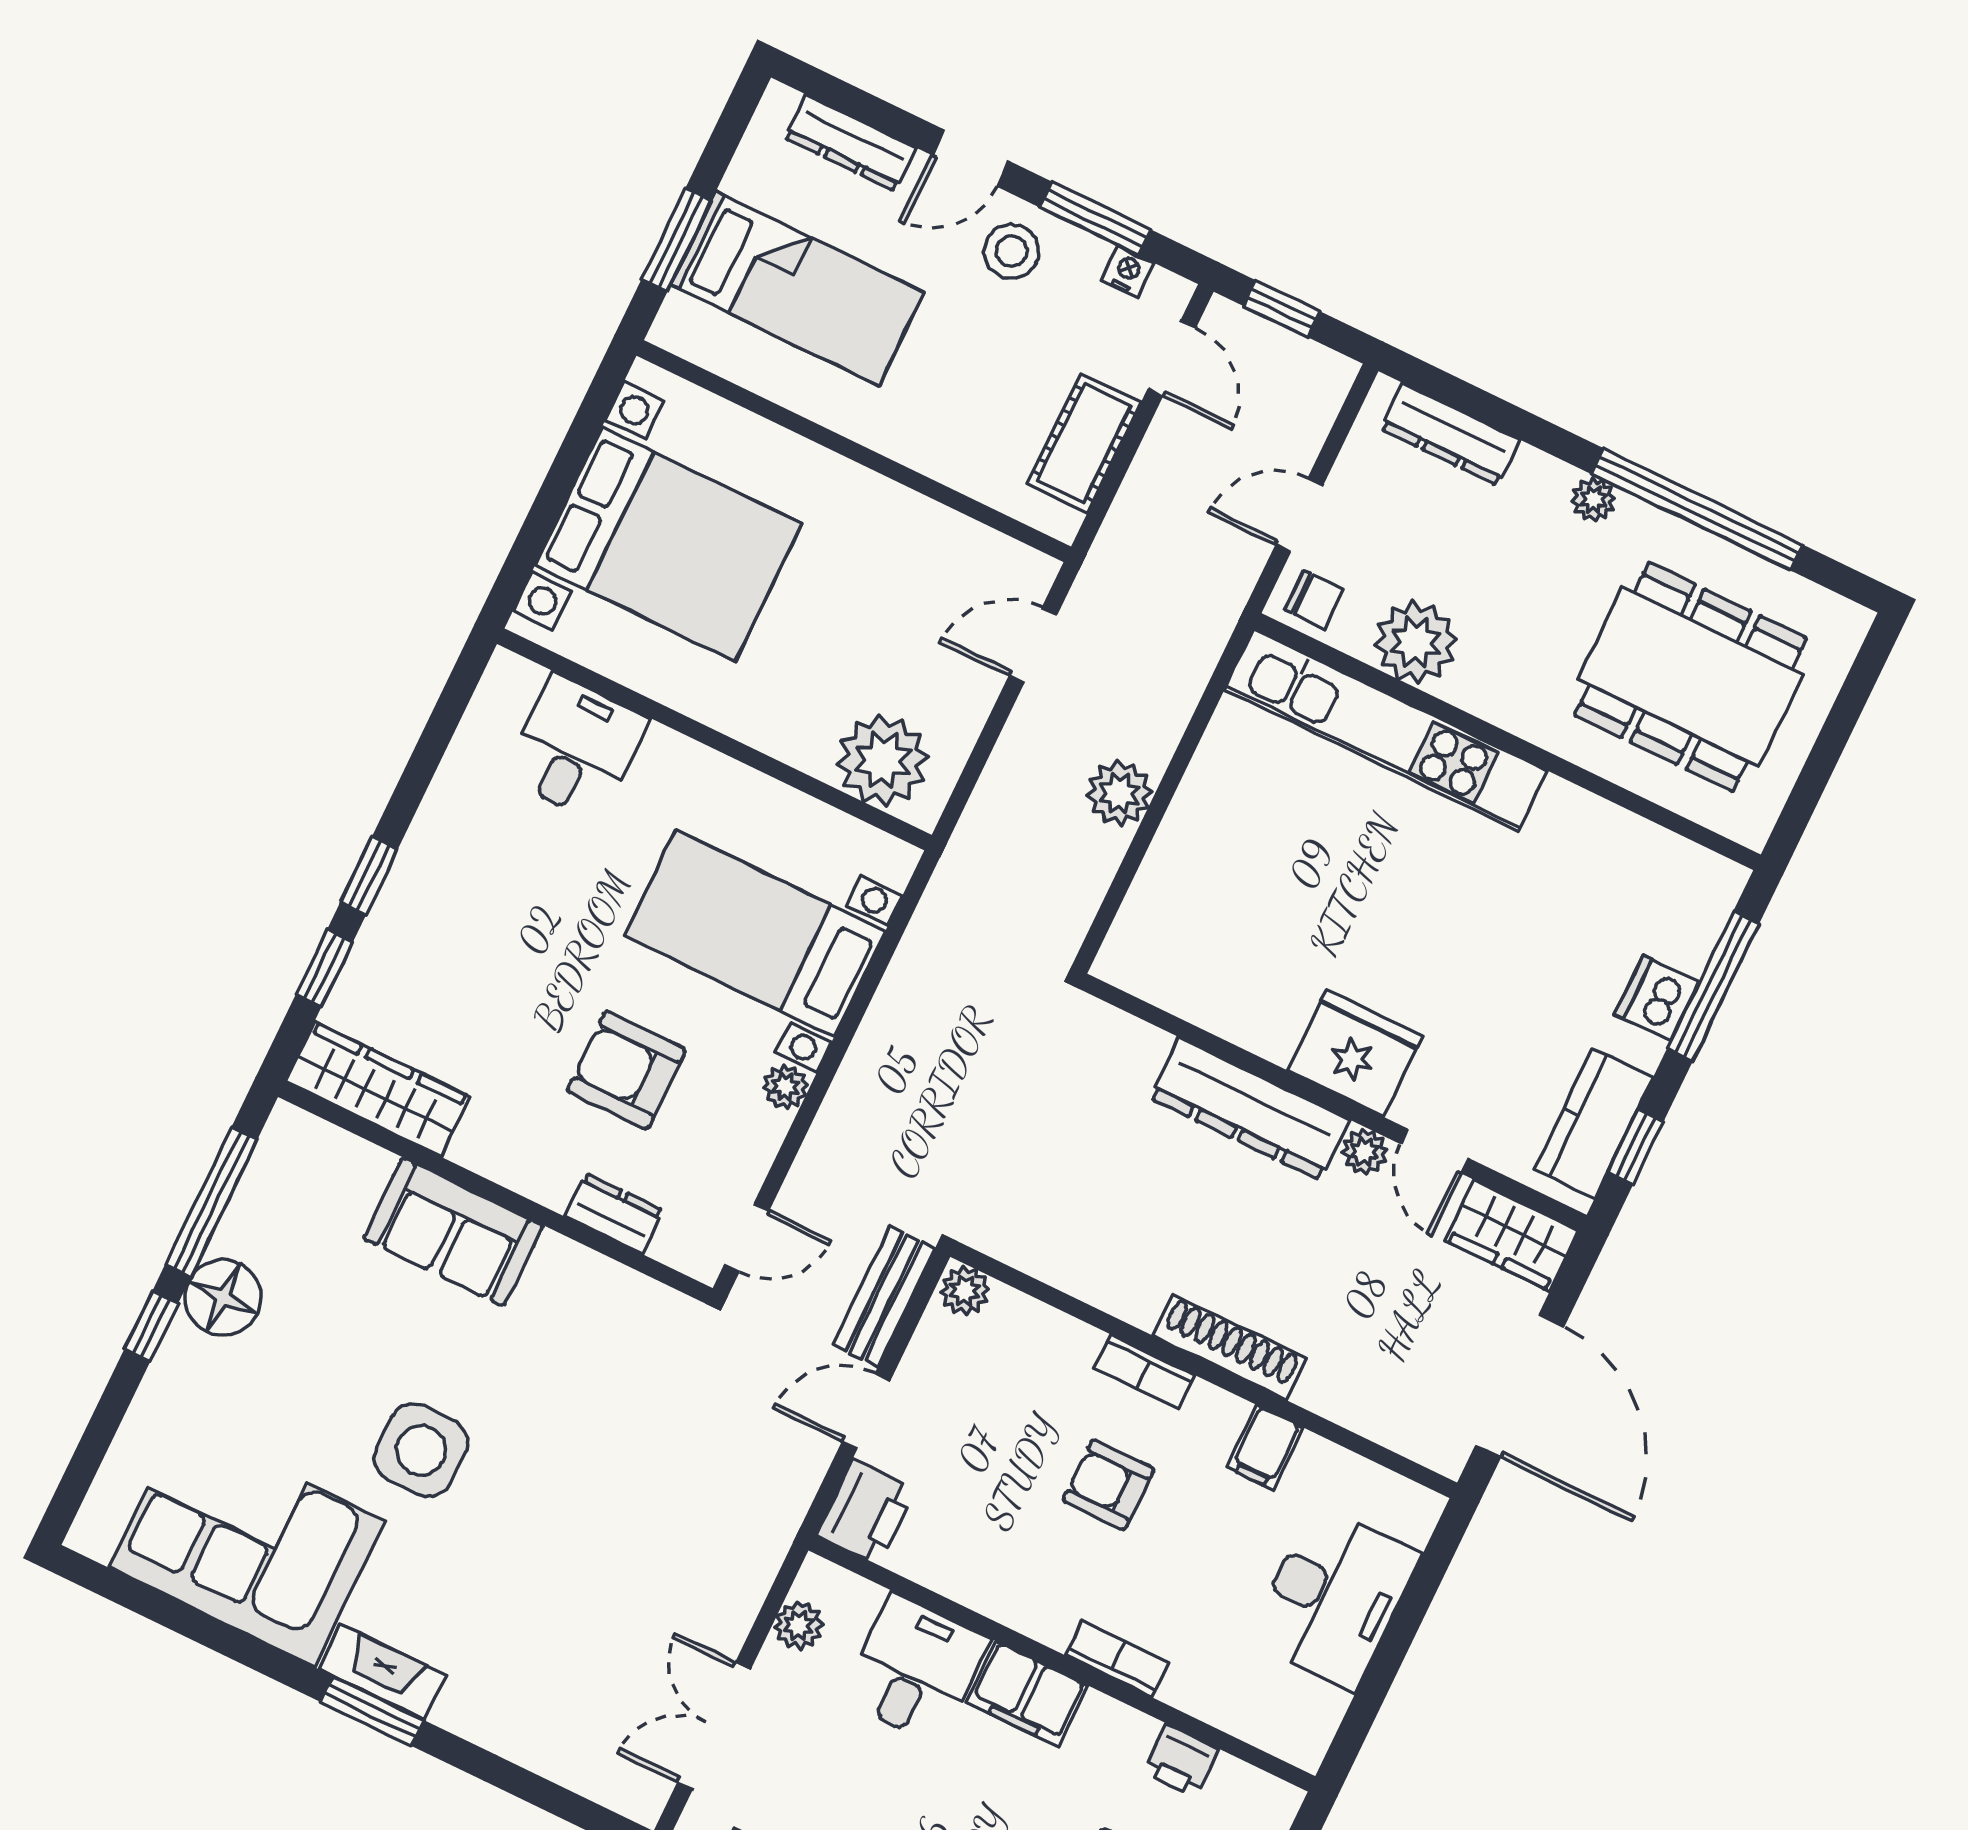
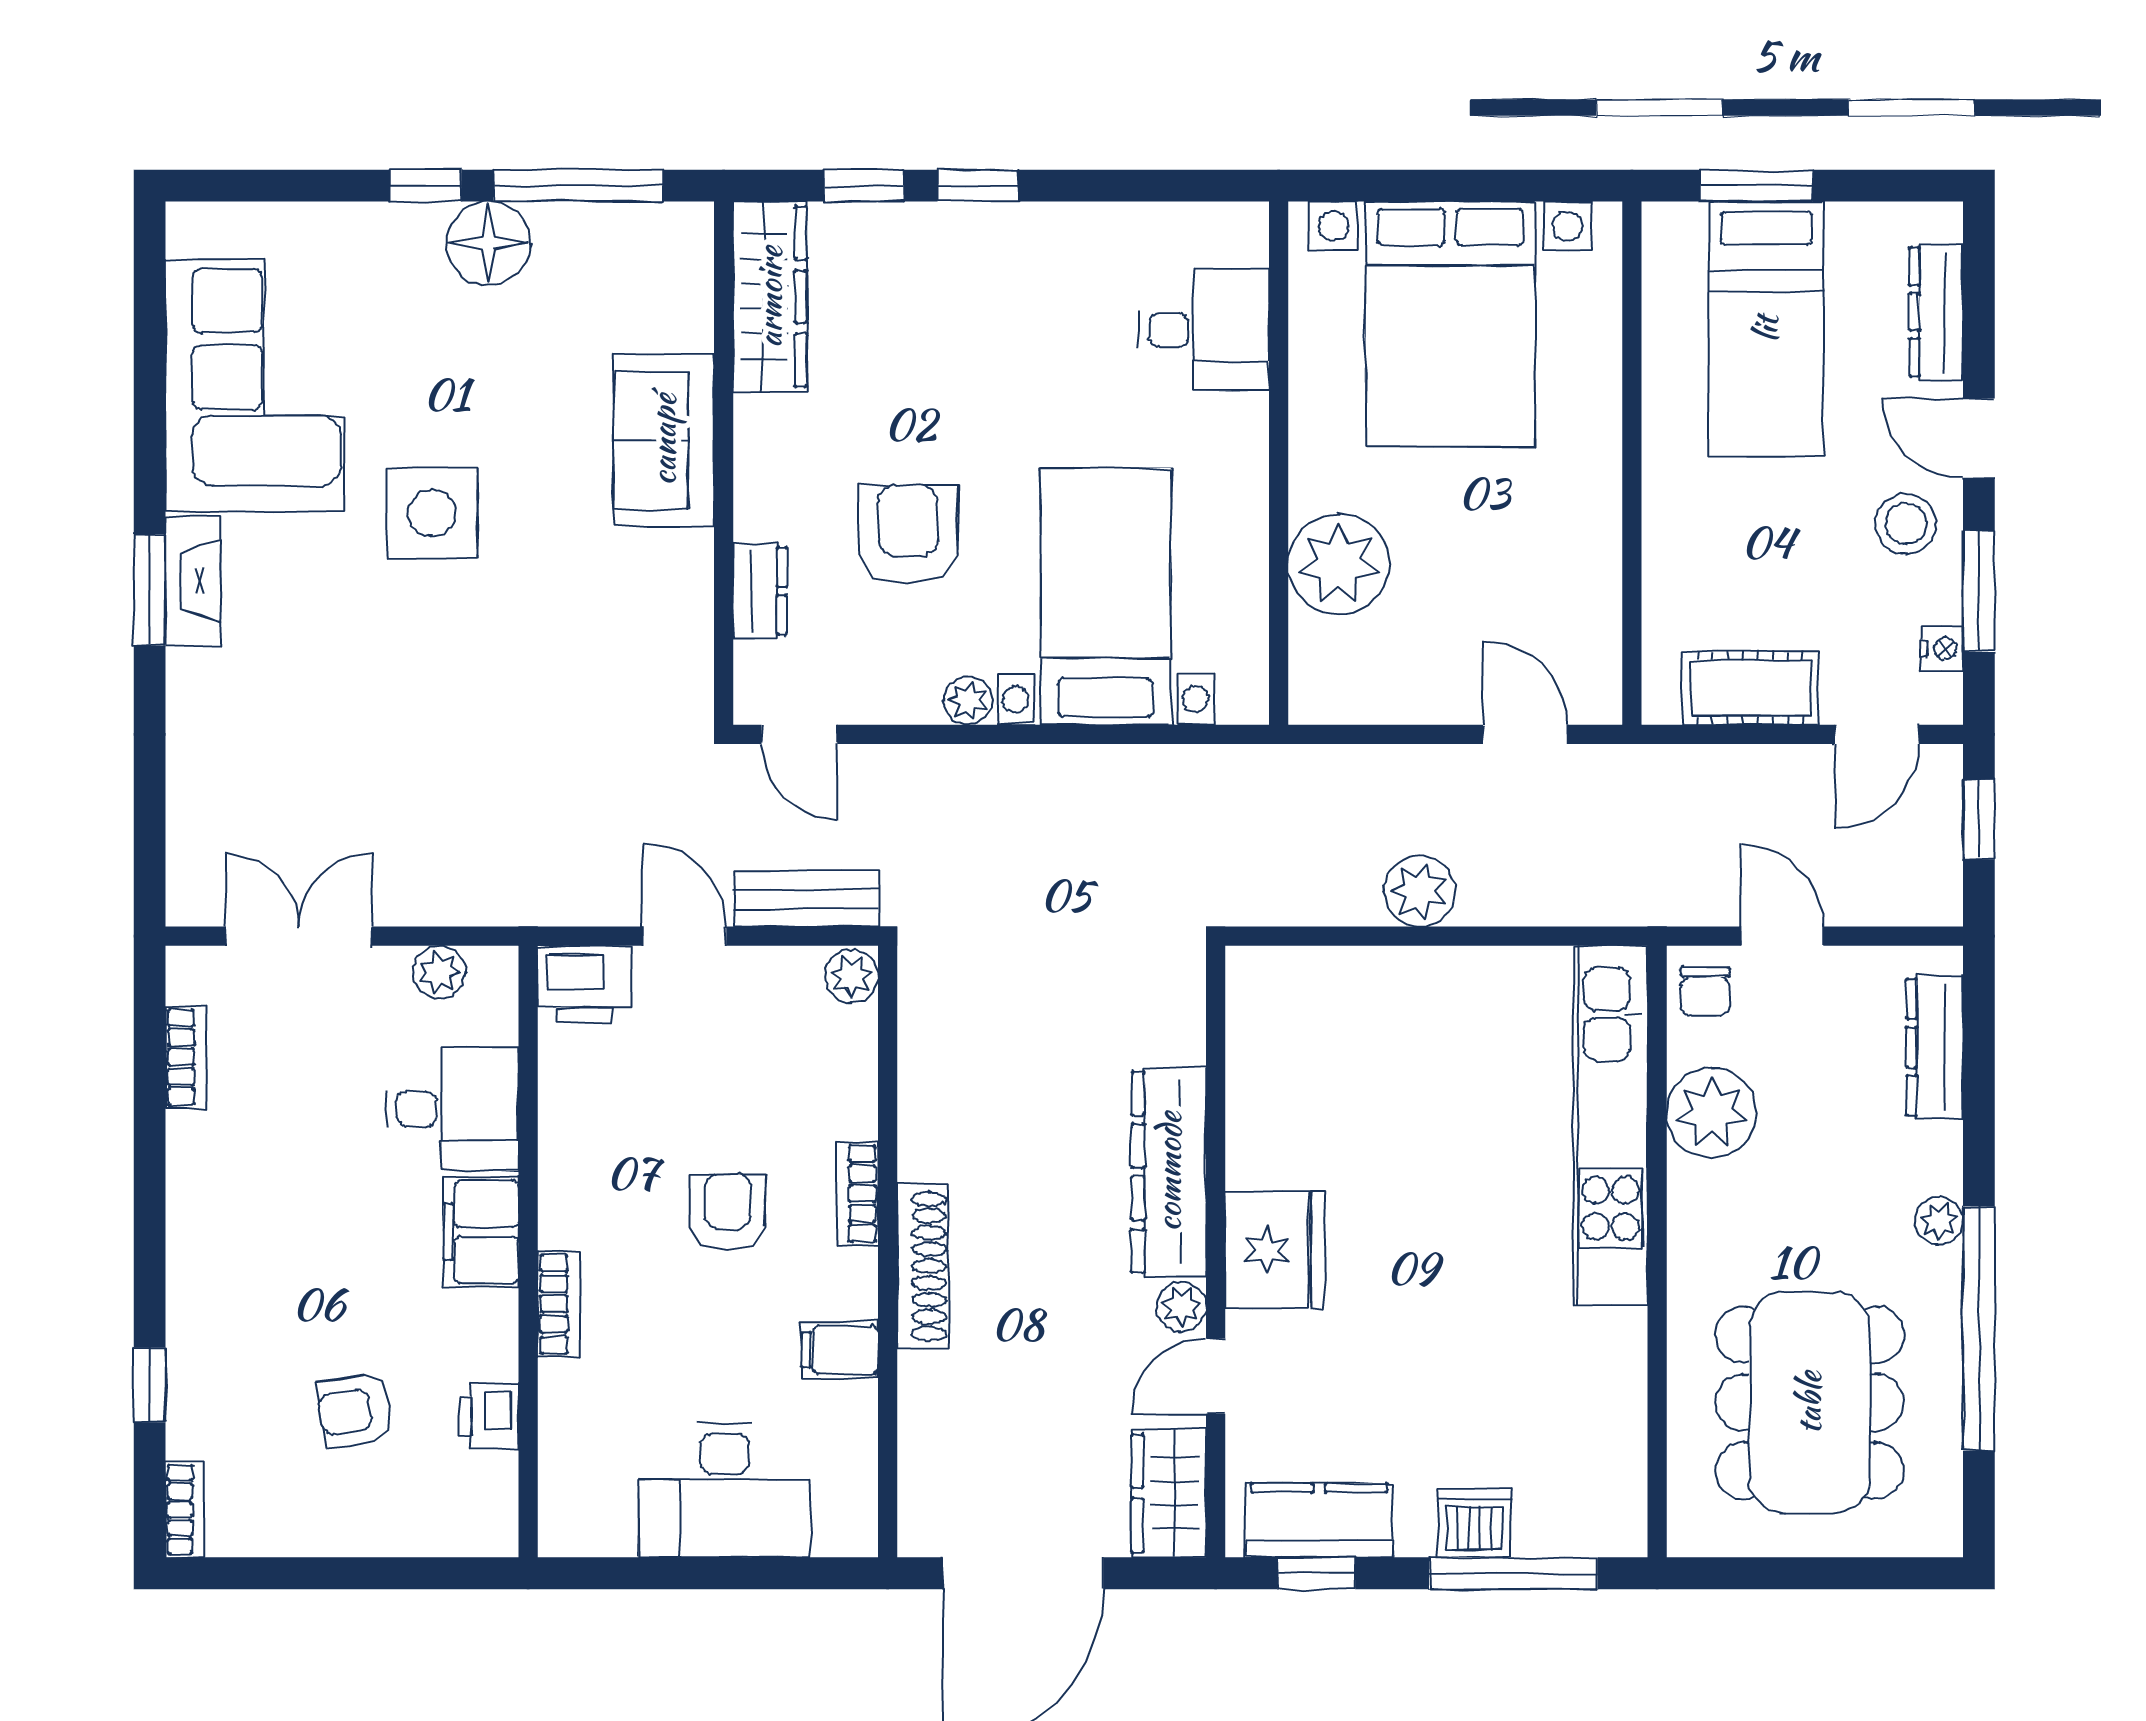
plant: (883, 760) -> (1339, 564), moved

